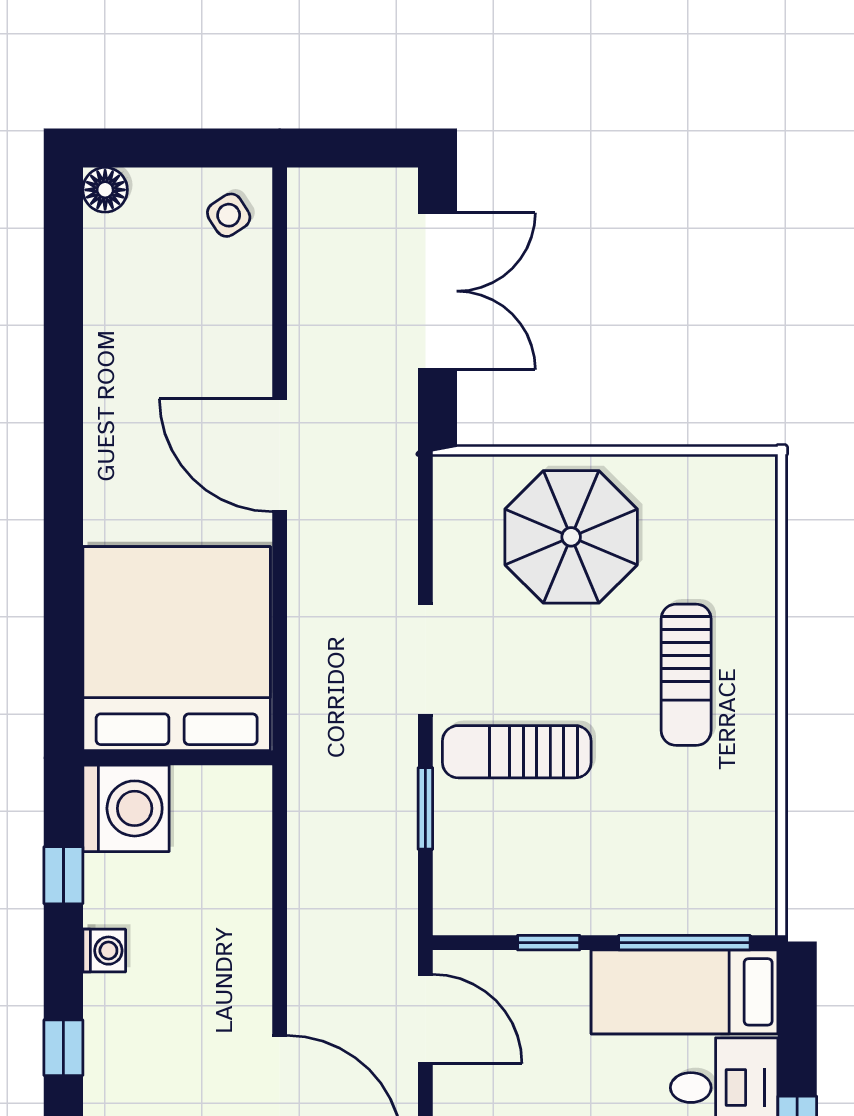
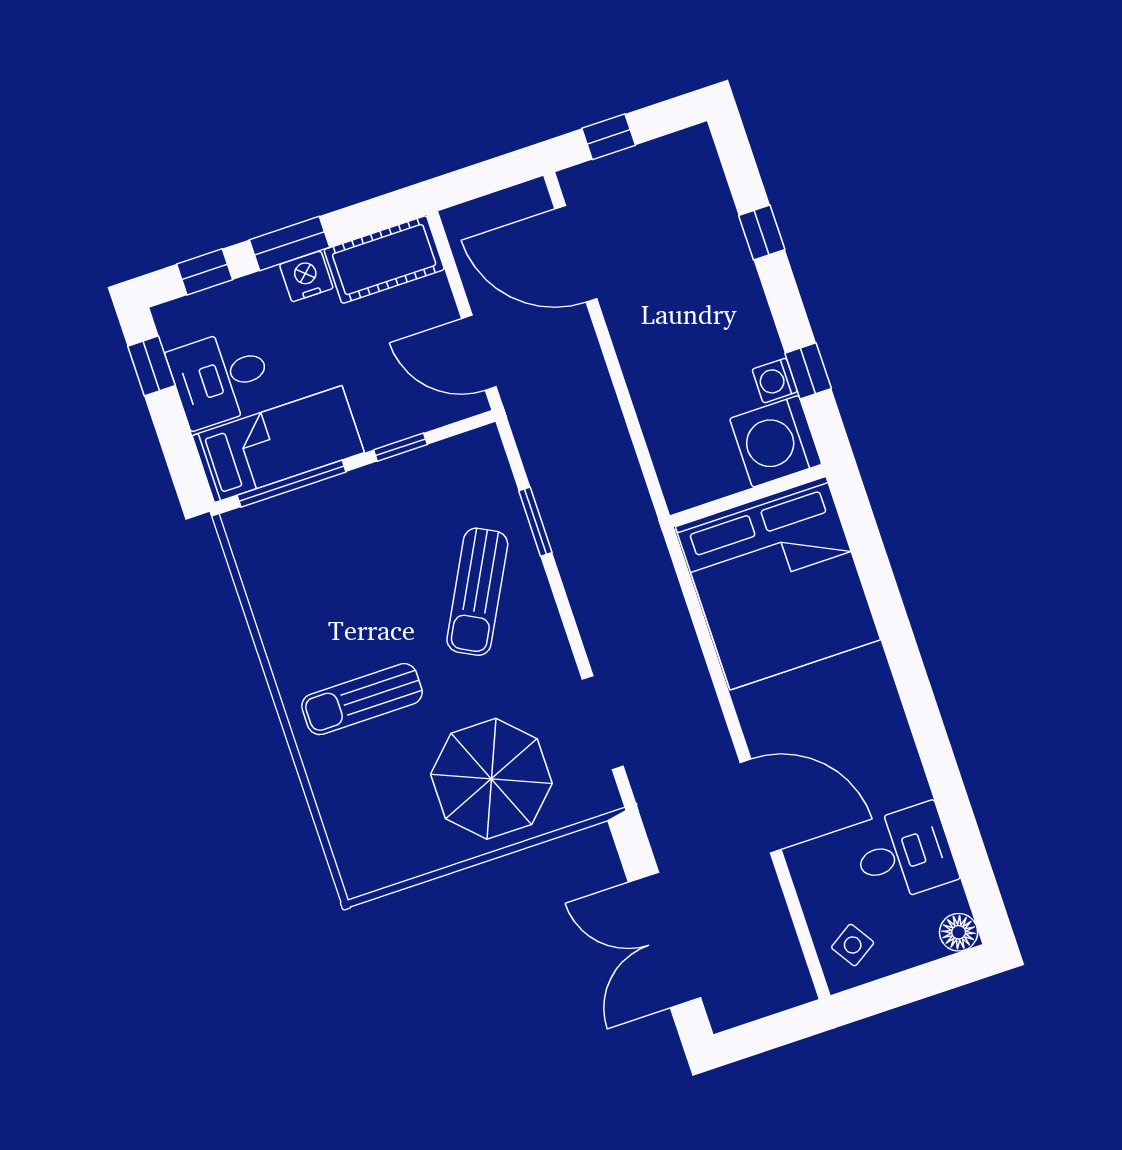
desk: (136, 299) -> (904, 853), added
door: (280, 455) -> (761, 806), moved
doorway: (425, 659) -> (603, 723), moved
sun lounger: (686, 675) -> (362, 699), turned -90
sun lounger: (517, 752) -> (477, 592), turned 118
washing machine: (104, 951) -> (775, 381), moved

